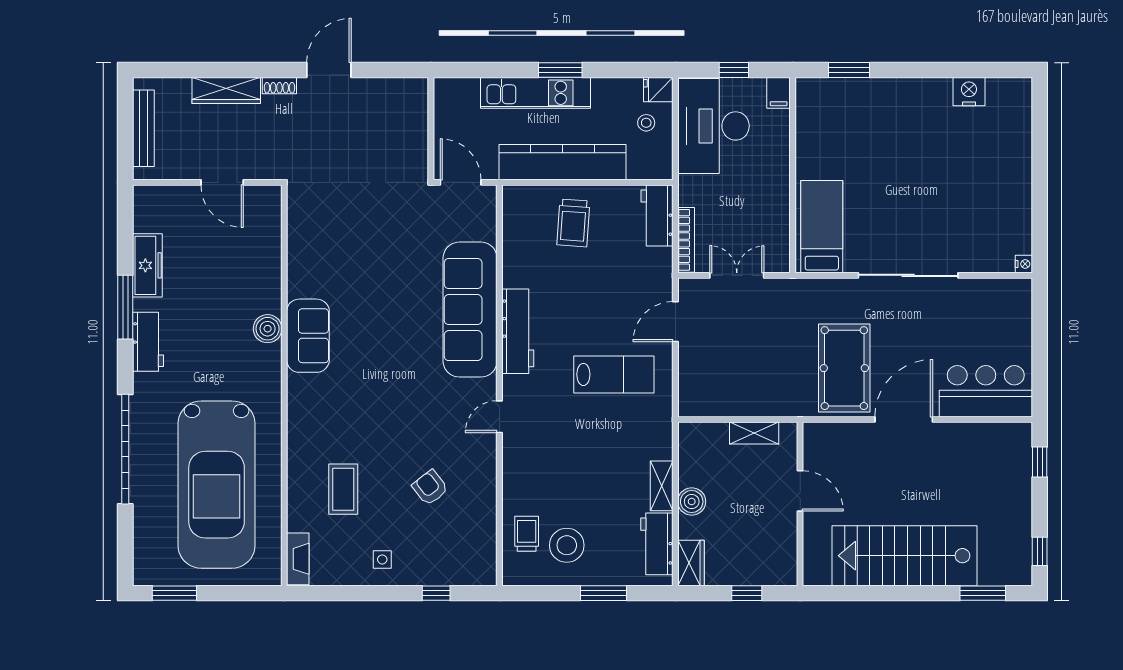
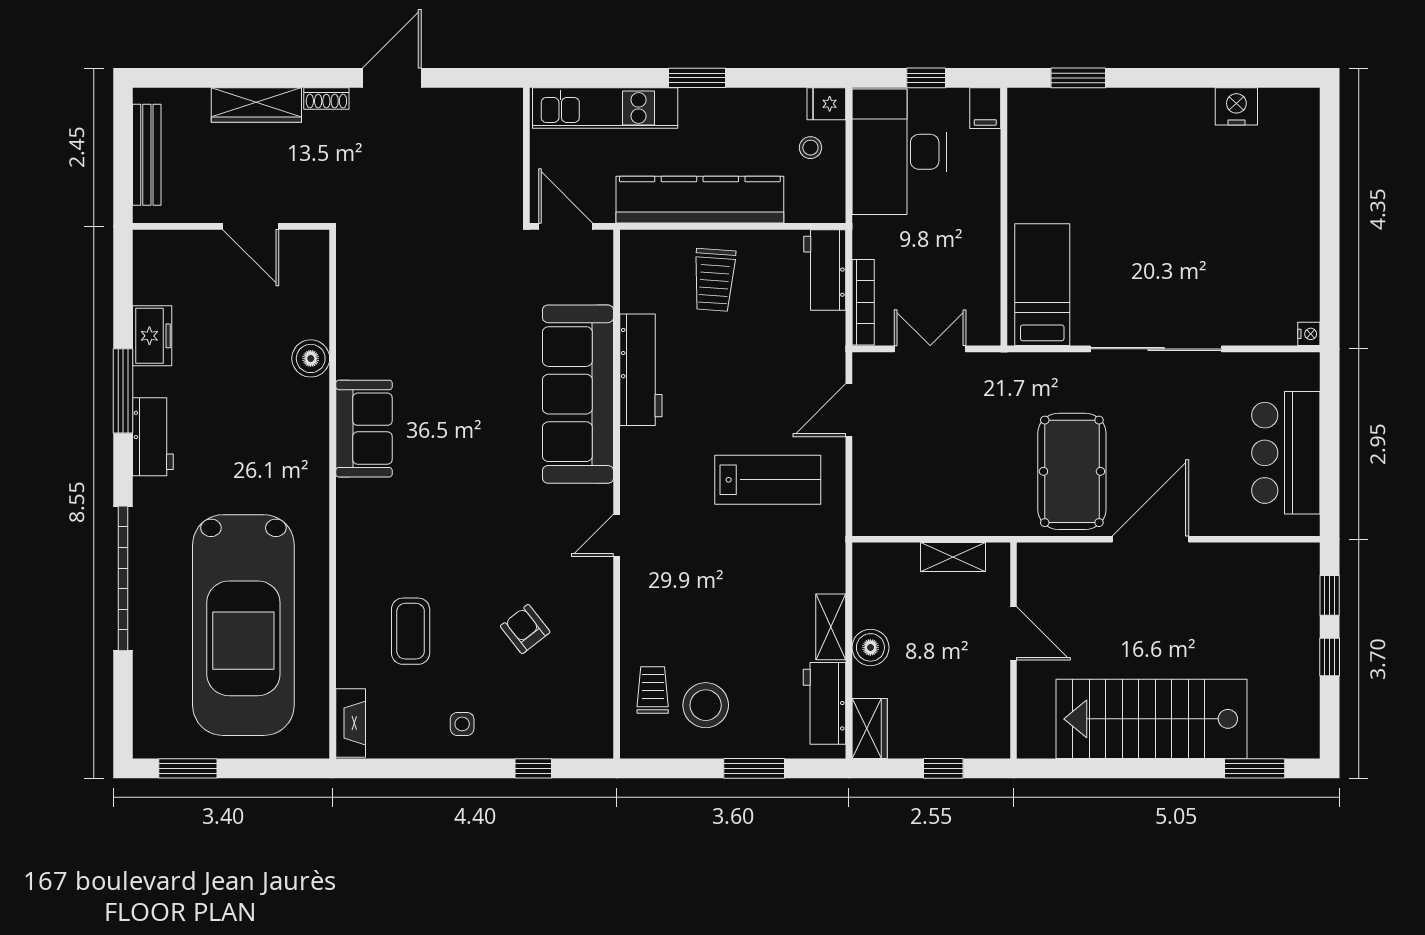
kitchen unit: (535, 93) -> (605, 108), moved
freezer: (147, 265) -> (152, 336), width x0.71
boiler: (268, 329) -> (311, 358), moved
workbench: (518, 331) -> (641, 370), moved
bar counter: (986, 391) -> (1286, 453), moved, turned -90
window: (1040, 551) -> (1330, 657), moved

